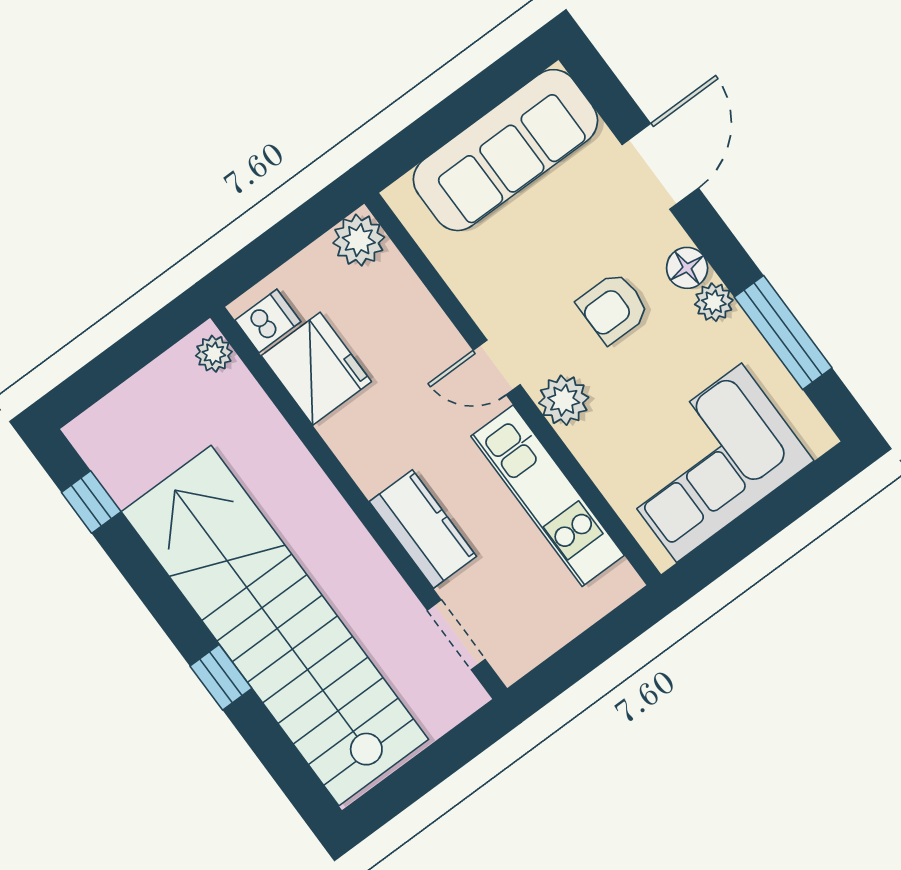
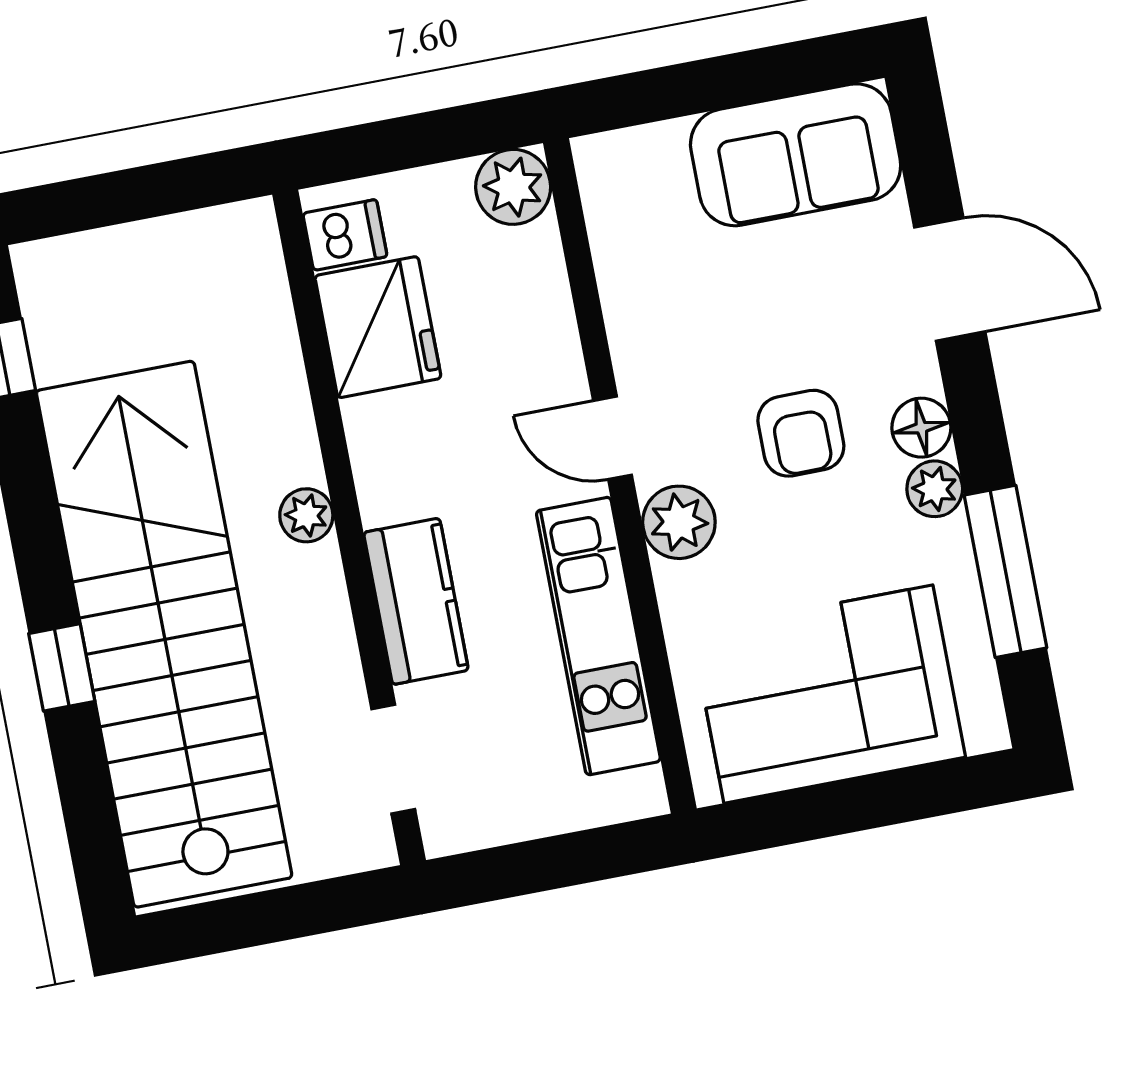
sofa: (505, 150) -> (796, 155), width x0.73
door: (660, 166) -> (950, 279), hinge flipped
armchair: (613, 308) -> (801, 433), turned -90
plant: (214, 354) -> (306, 515), moved

